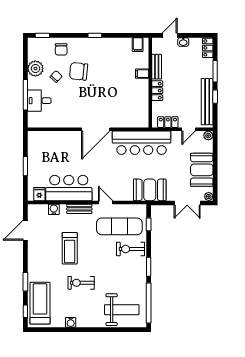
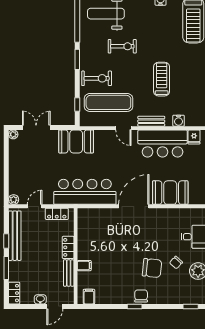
chair: (61, 49) -> (141, 296), moved
booth: (202, 170) -> (170, 193), moved, turned 90
exercise bike: (81, 283) -> (122, 46), moved

